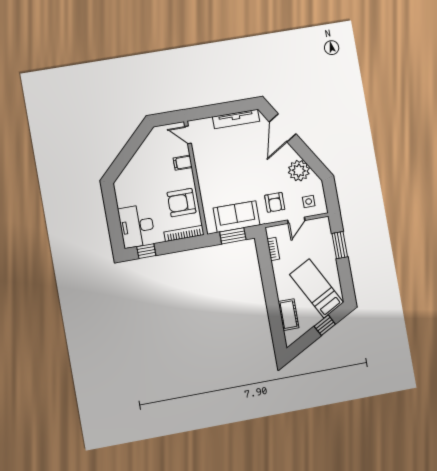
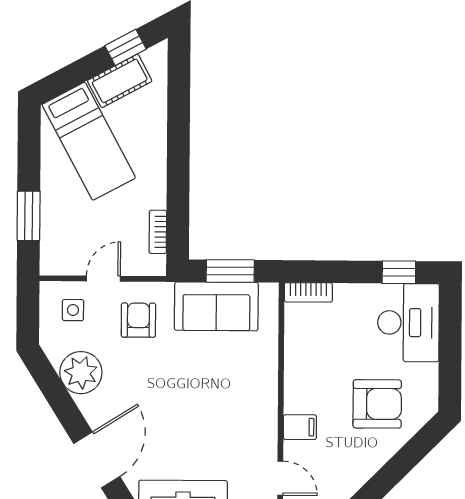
armchair: (181, 203) -> (377, 404), moved
bookcase: (184, 233) -> (308, 292), width x0.64
cot: (288, 315) -> (120, 81), moved, turned 62
window: (325, 325) -> (126, 47), moved

